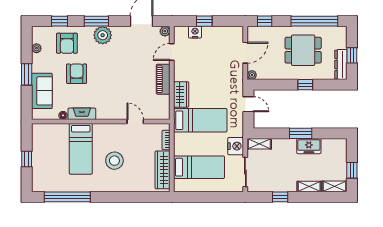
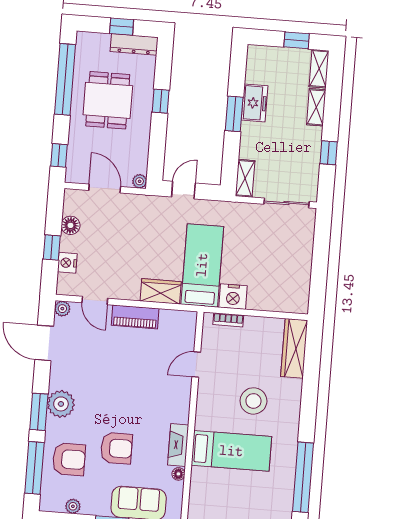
window: (60, 21) -> (34, 468), width x2.17
floor lamp: (220, 32) -> (70, 225), added
armchair: (77, 74) -> (116, 448), turned 180
nightstand: (236, 146) -> (233, 297), moved, turned 180
bed: (199, 167) -> (274, 273), removed
wardrobe: (163, 170) -> (294, 348), moved, turned 90

